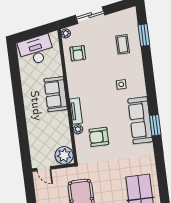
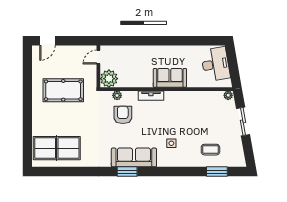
armchair: (78, 53) -> (207, 105), removed
plant: (78, 129) -> (117, 95), moved

